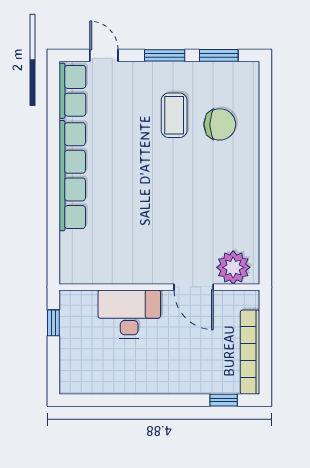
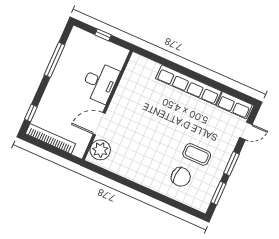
chair: (220, 124) -> (181, 177), turned -85
window: (53, 323) -> (103, 35), moved
window: (125, 400) -> (54, 60), added

